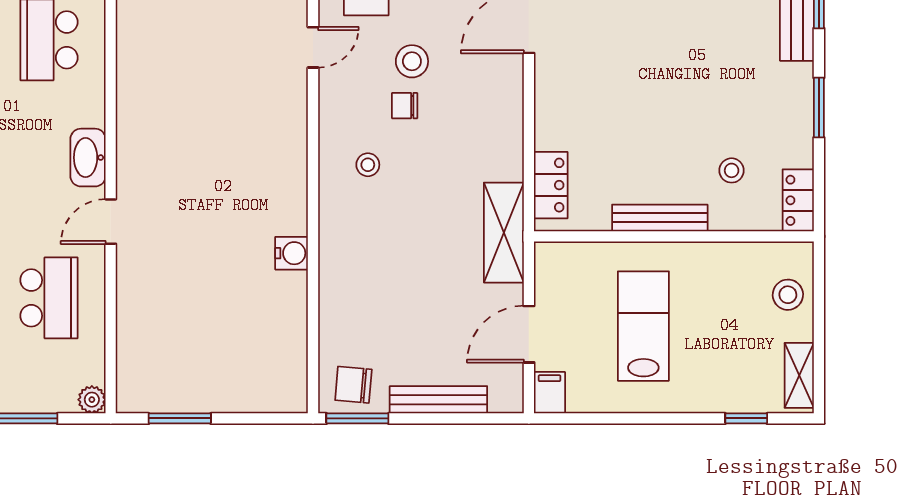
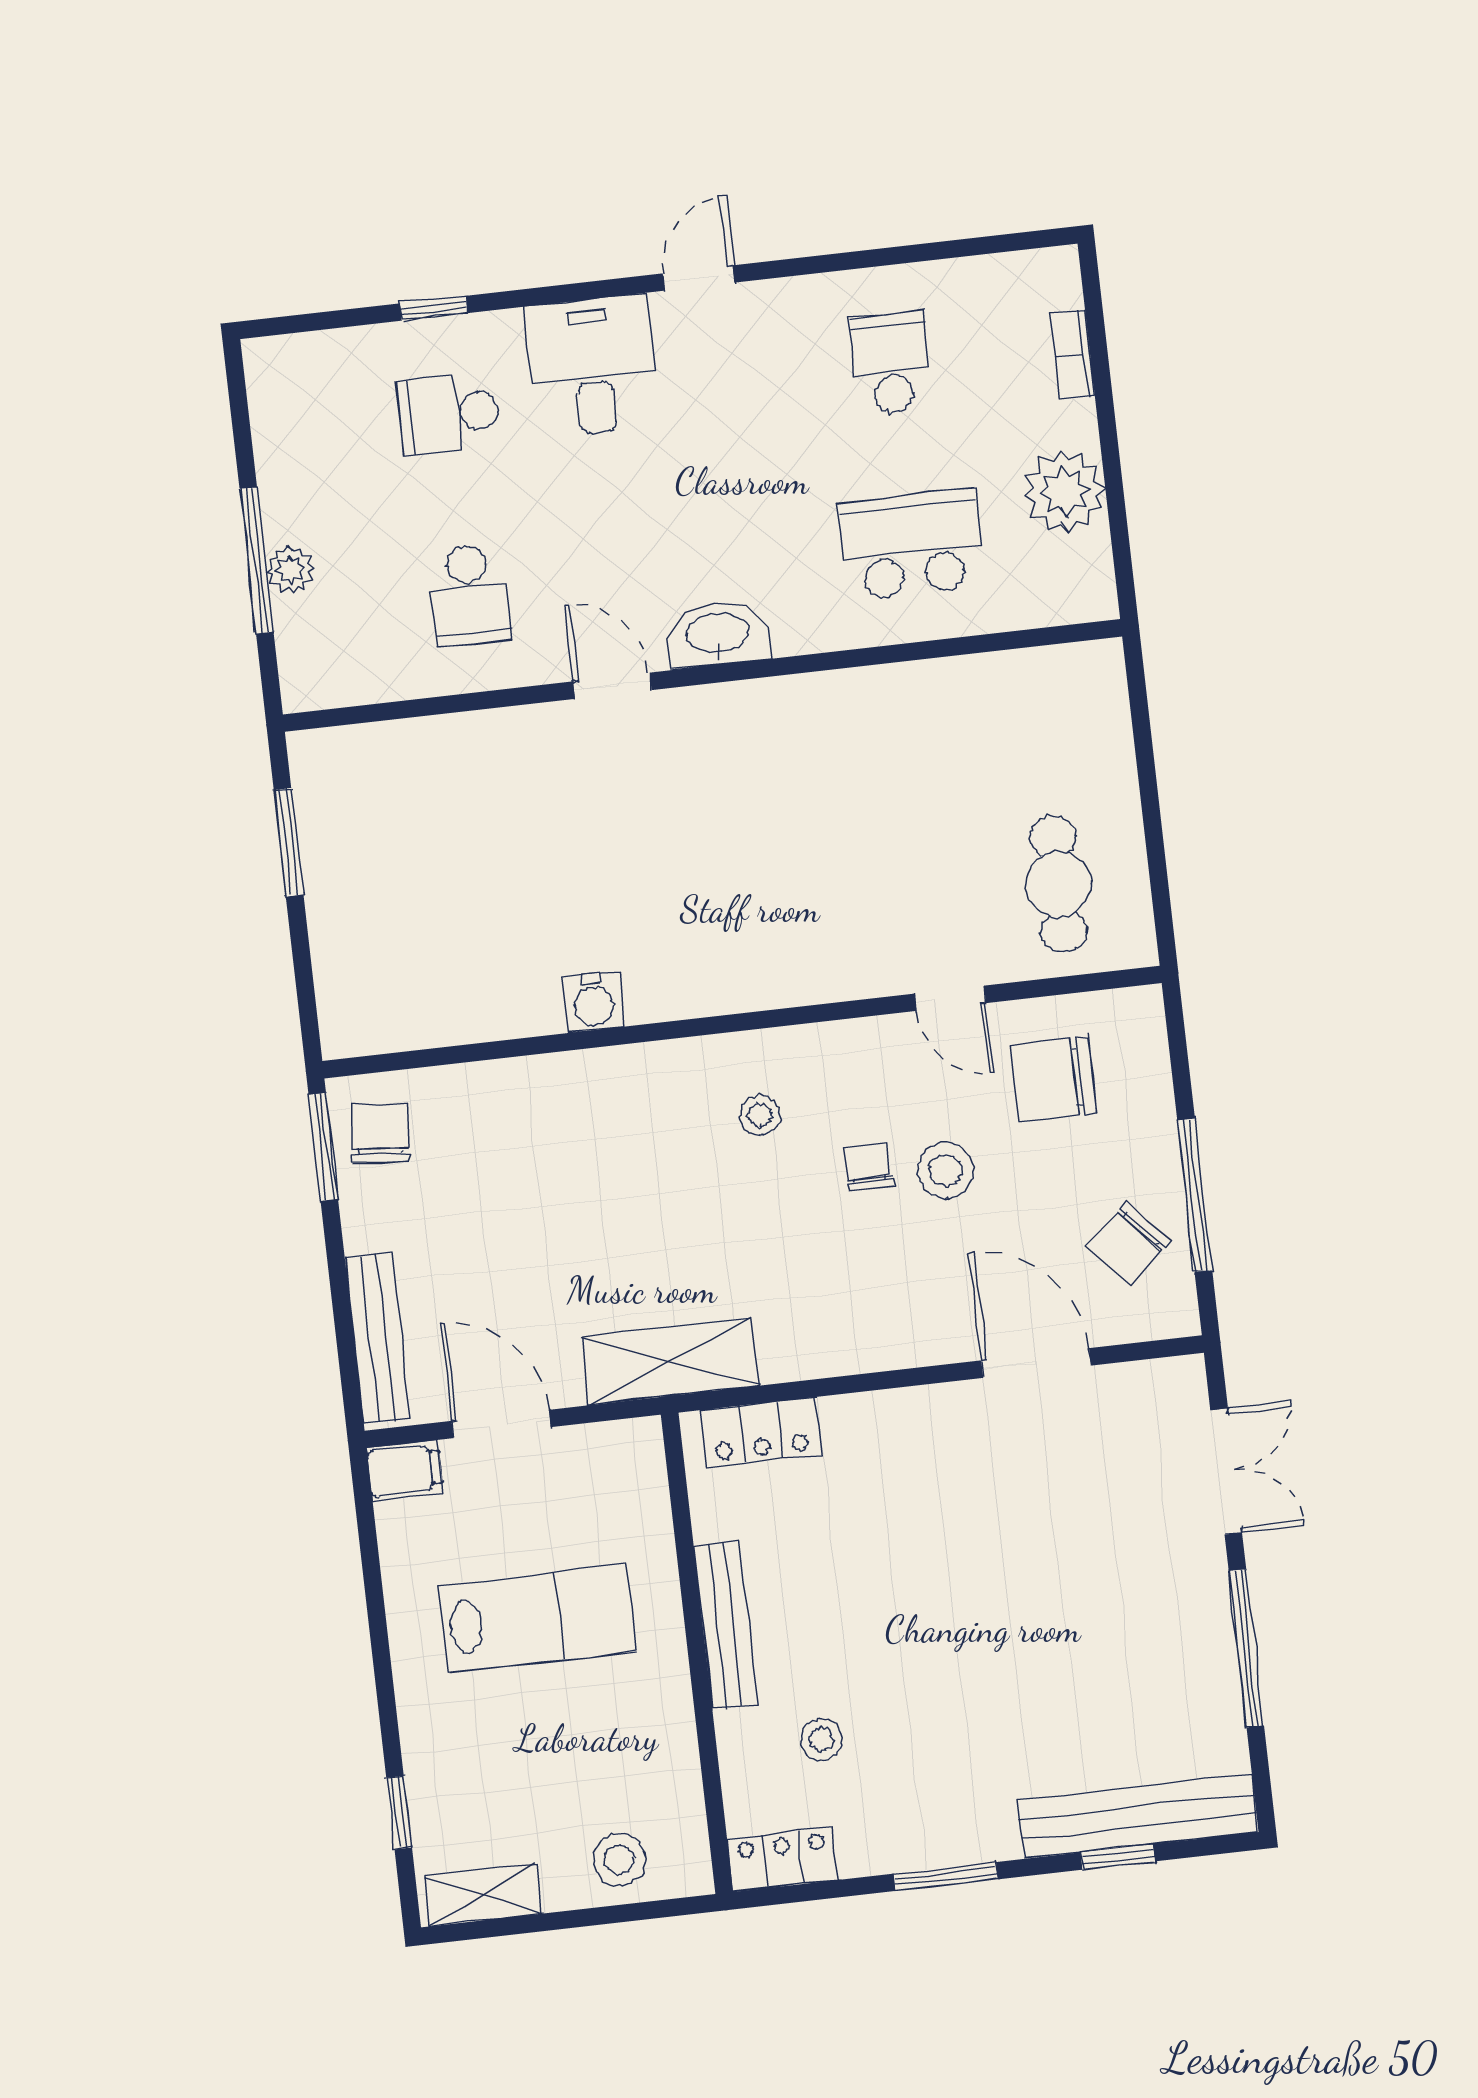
school desk: (49, 298) -> (470, 595), width x0.54
plant: (92, 400) -> (290, 570), moved
bench: (438, 400) -> (377, 1338), moved

